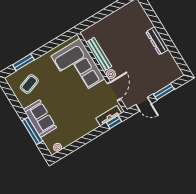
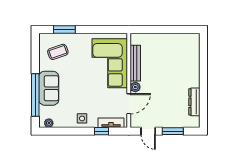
dresser: (157, 41) -> (194, 102), moved
window: (114, 122) -> (102, 131), moved
side table: (83, 127) -> (82, 118), added
window: (32, 131) -> (35, 95), width x1.46

